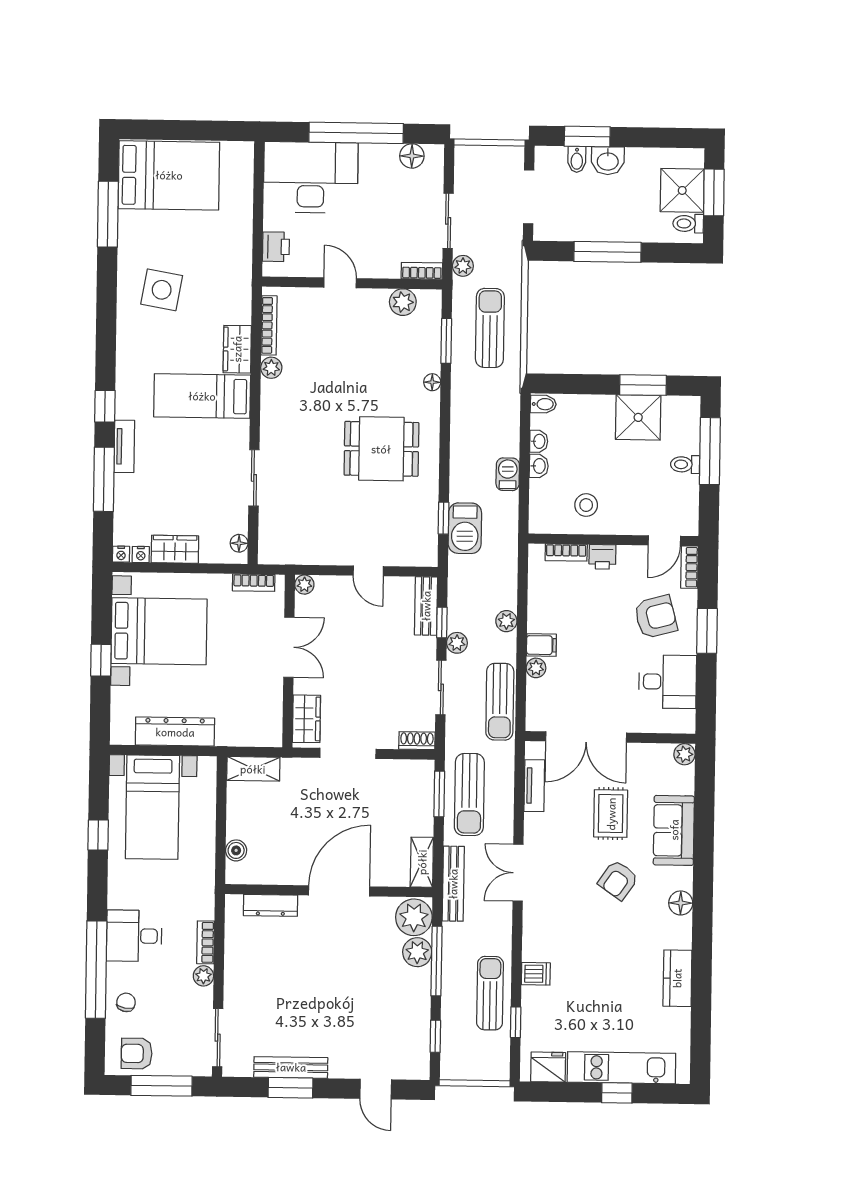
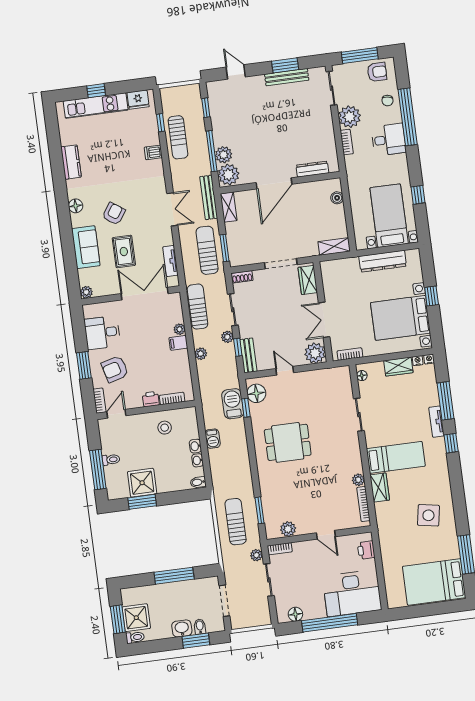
toilet: (688, 224) -> (135, 637), moved
sun lounger: (490, 328) -> (236, 522), turned 180
floor lamp: (432, 382) -> (256, 393), moved, width x1.89, depth x1.89
plant: (304, 585) -> (315, 353), width x1.87, depth x1.87
plant: (203, 976) -> (350, 117), width x1.87, depth x1.87

